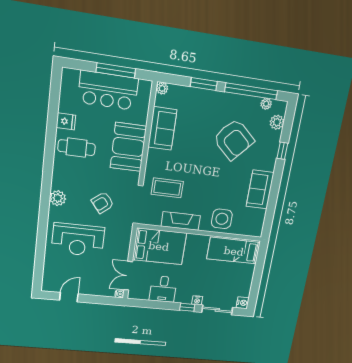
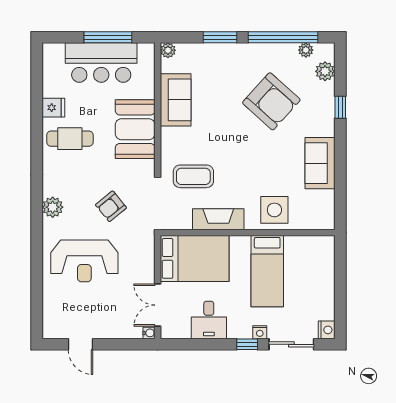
bed: (234, 251) -> (267, 271), moved, turned -90
door: (69, 297) -> (80, 344), swing flipped

